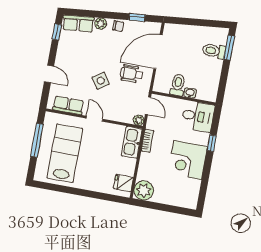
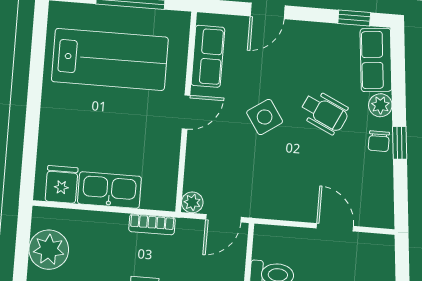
window: (137, 17) -> (400, 143), moved
door: (158, 52) -> (335, 227), width x0.53
wheelchair: (132, 74) -> (324, 112), moved, turned 115
kitchen sink: (132, 142) -> (109, 190), moved
plant: (144, 190) -> (49, 250), moved

